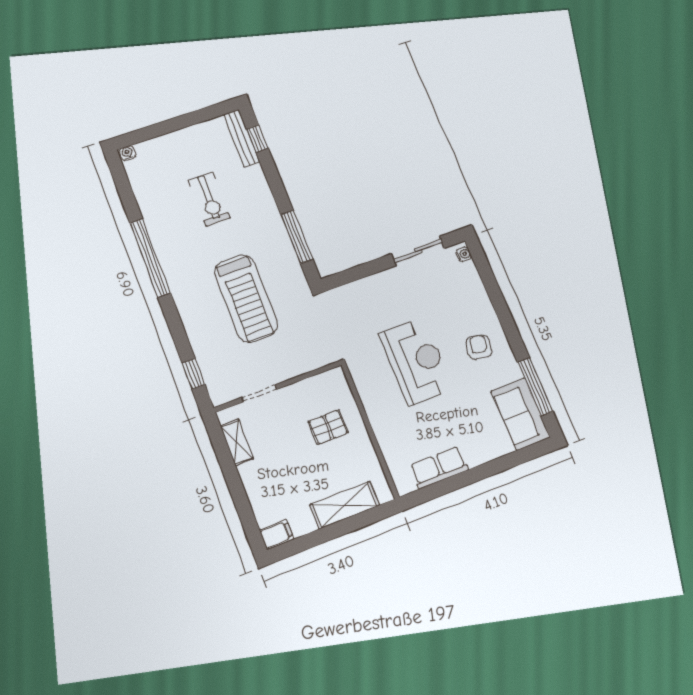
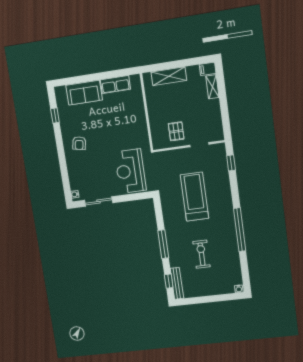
window: (297, 237) -> (163, 244), moved
reception desk: (416, 361) -> (130, 171), moved
window: (535, 387) -> (55, 115), width x0.46
sofa: (521, 414) -> (84, 93), moved, turned 90
pallet: (328, 427) -> (176, 131), moved, turned 90
shelving: (237, 442) -> (212, 87), moved

